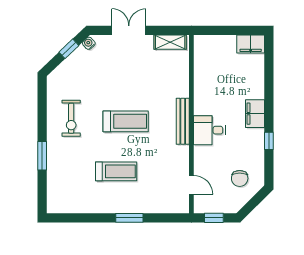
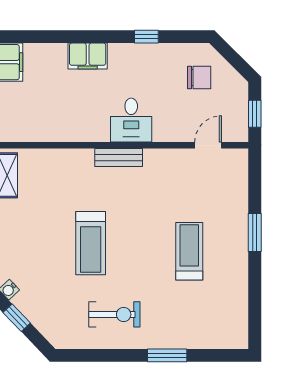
filing cabinet: (255, 114) -> (88, 56), moved
treadmill: (126, 121) -> (91, 243), moved, turned 180
bench: (183, 121) -> (119, 158), width x0.73

